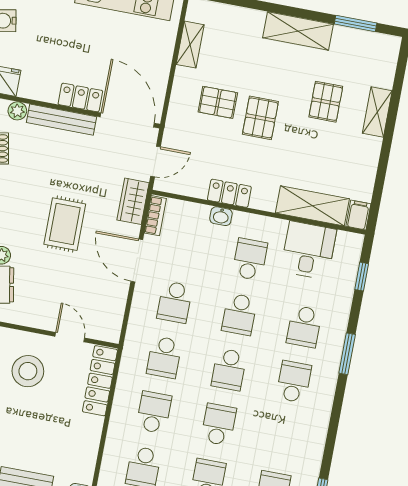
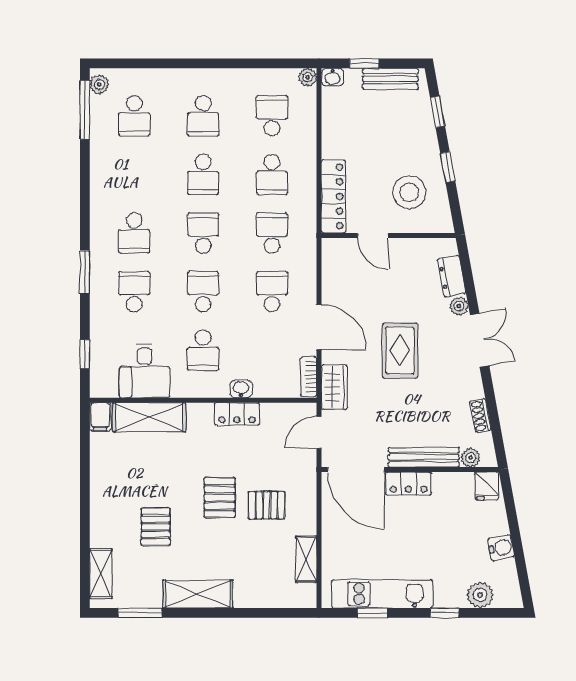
shelving: (377, 112) -> (101, 574), moved

